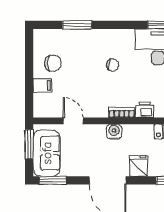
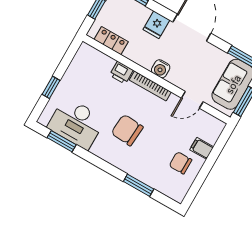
chair: (113, 65) -> (127, 130), width x1.87, depth x1.87
bookcase: (122, 113) -> (150, 86), width x1.56
door: (73, 121) -> (192, 100), hinge flipped

